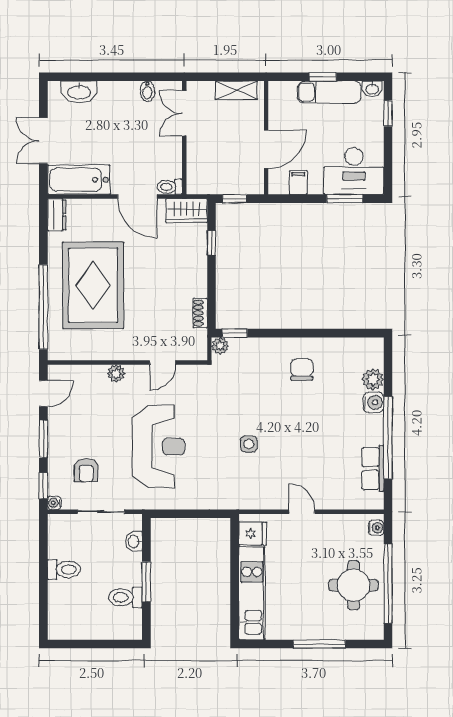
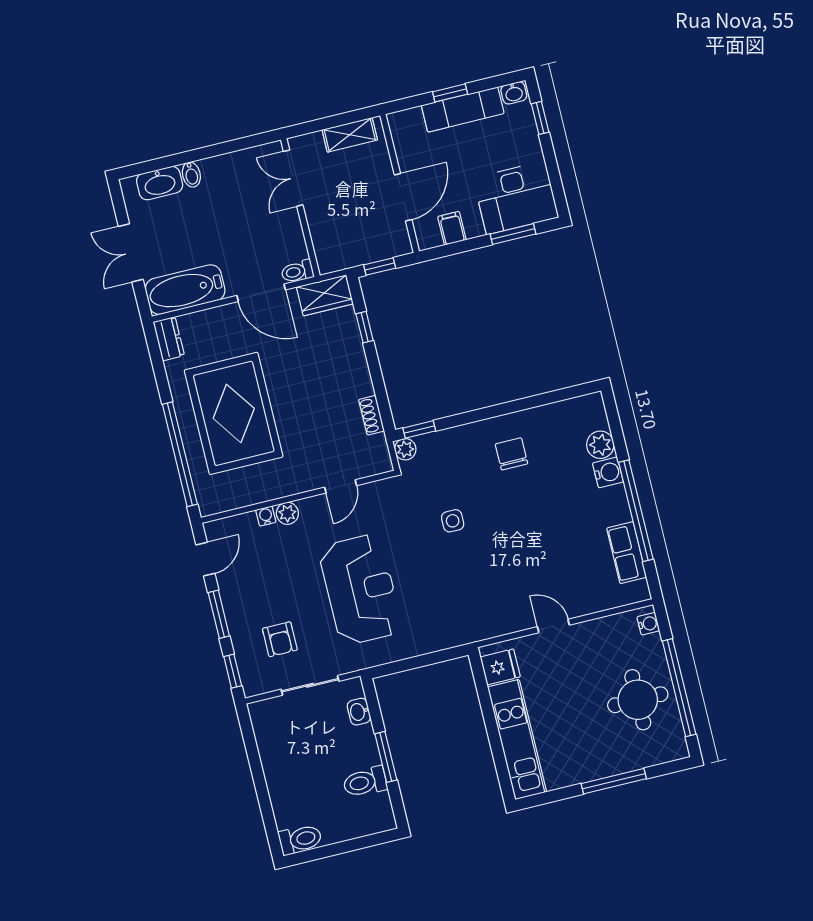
bidet: (147, 91) -> (191, 175), moved
side table: (249, 444) -> (453, 521), moved
water cooler: (54, 503) -> (266, 516), moved, turned 90
toilet: (64, 570) -> (300, 839), moved

